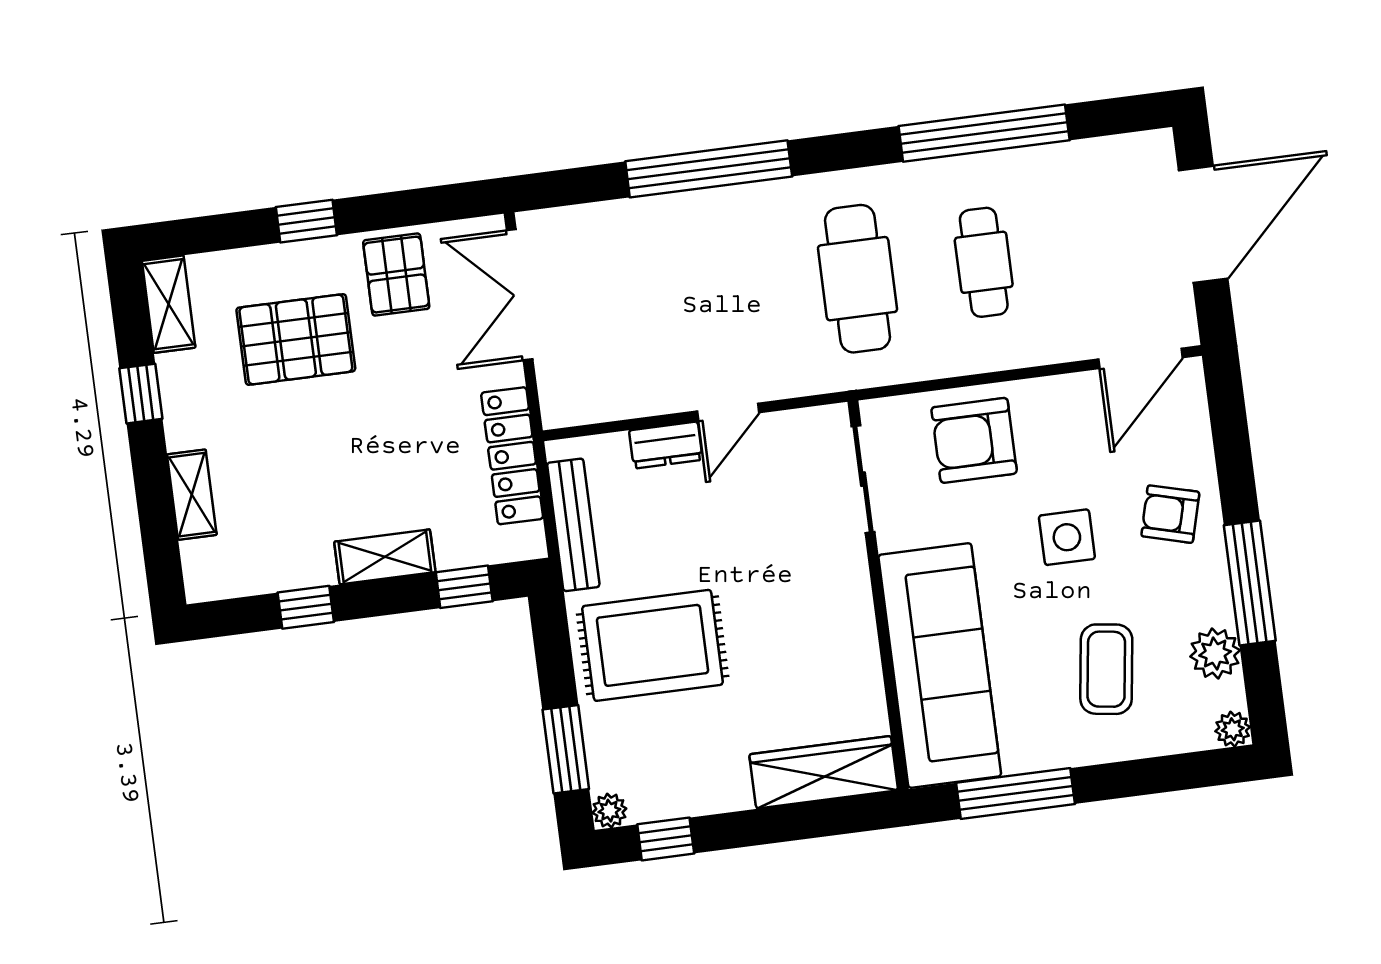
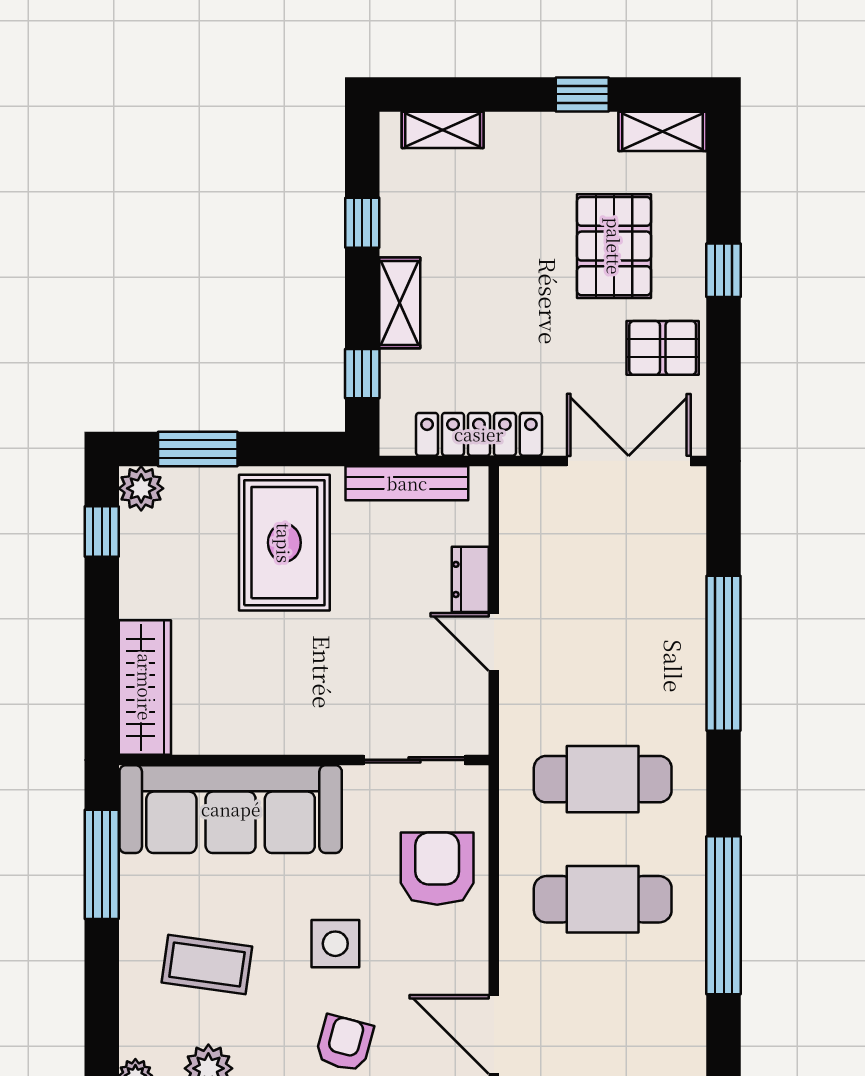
cafe table: (984, 262) -> (603, 899), width x1.37, depth x1.35
shelving: (192, 495) -> (443, 130), moved
plant: (609, 811) -> (141, 488), width x1.38, depth x1.38

